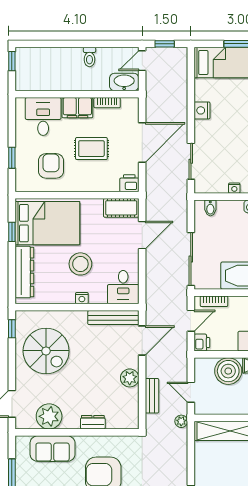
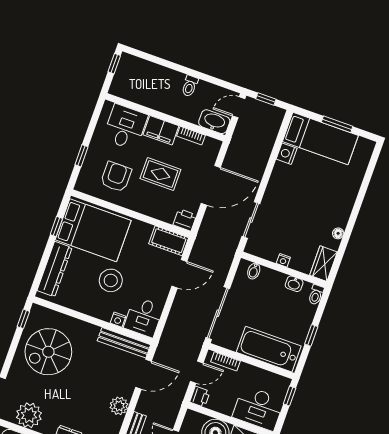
nightstand: (202, 110) -> (287, 154), moved
nightstand: (82, 298) -> (118, 320), moved
spiral stairs: (46, 351) -> (48, 352), turned 90

